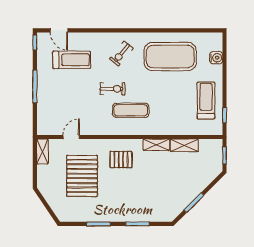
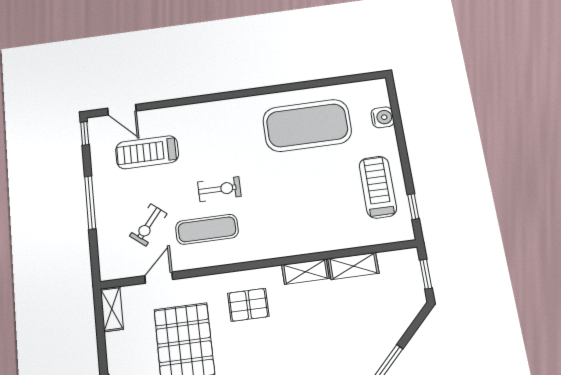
exercise bike: (121, 54) -> (148, 225), moved
treadmill: (72, 60) -> (147, 152), turned 180
exercise mat: (131, 110) -> (207, 229), moved

